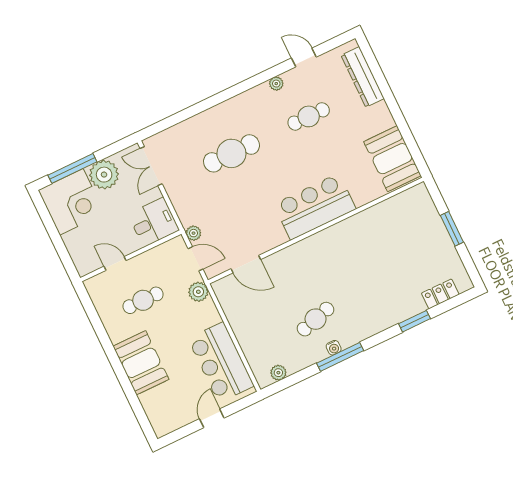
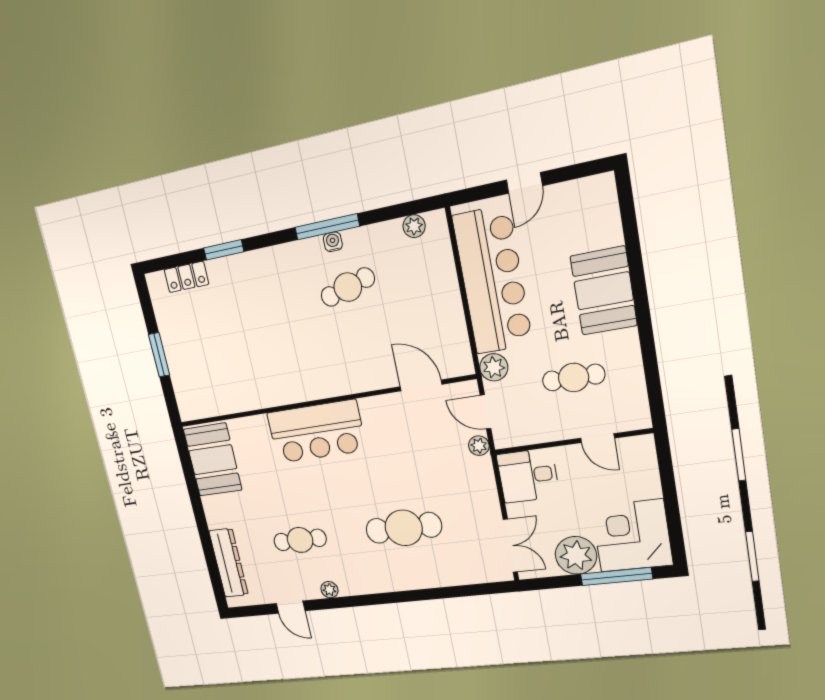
bar counter: (221, 362) -> (493, 280), width x1.36

